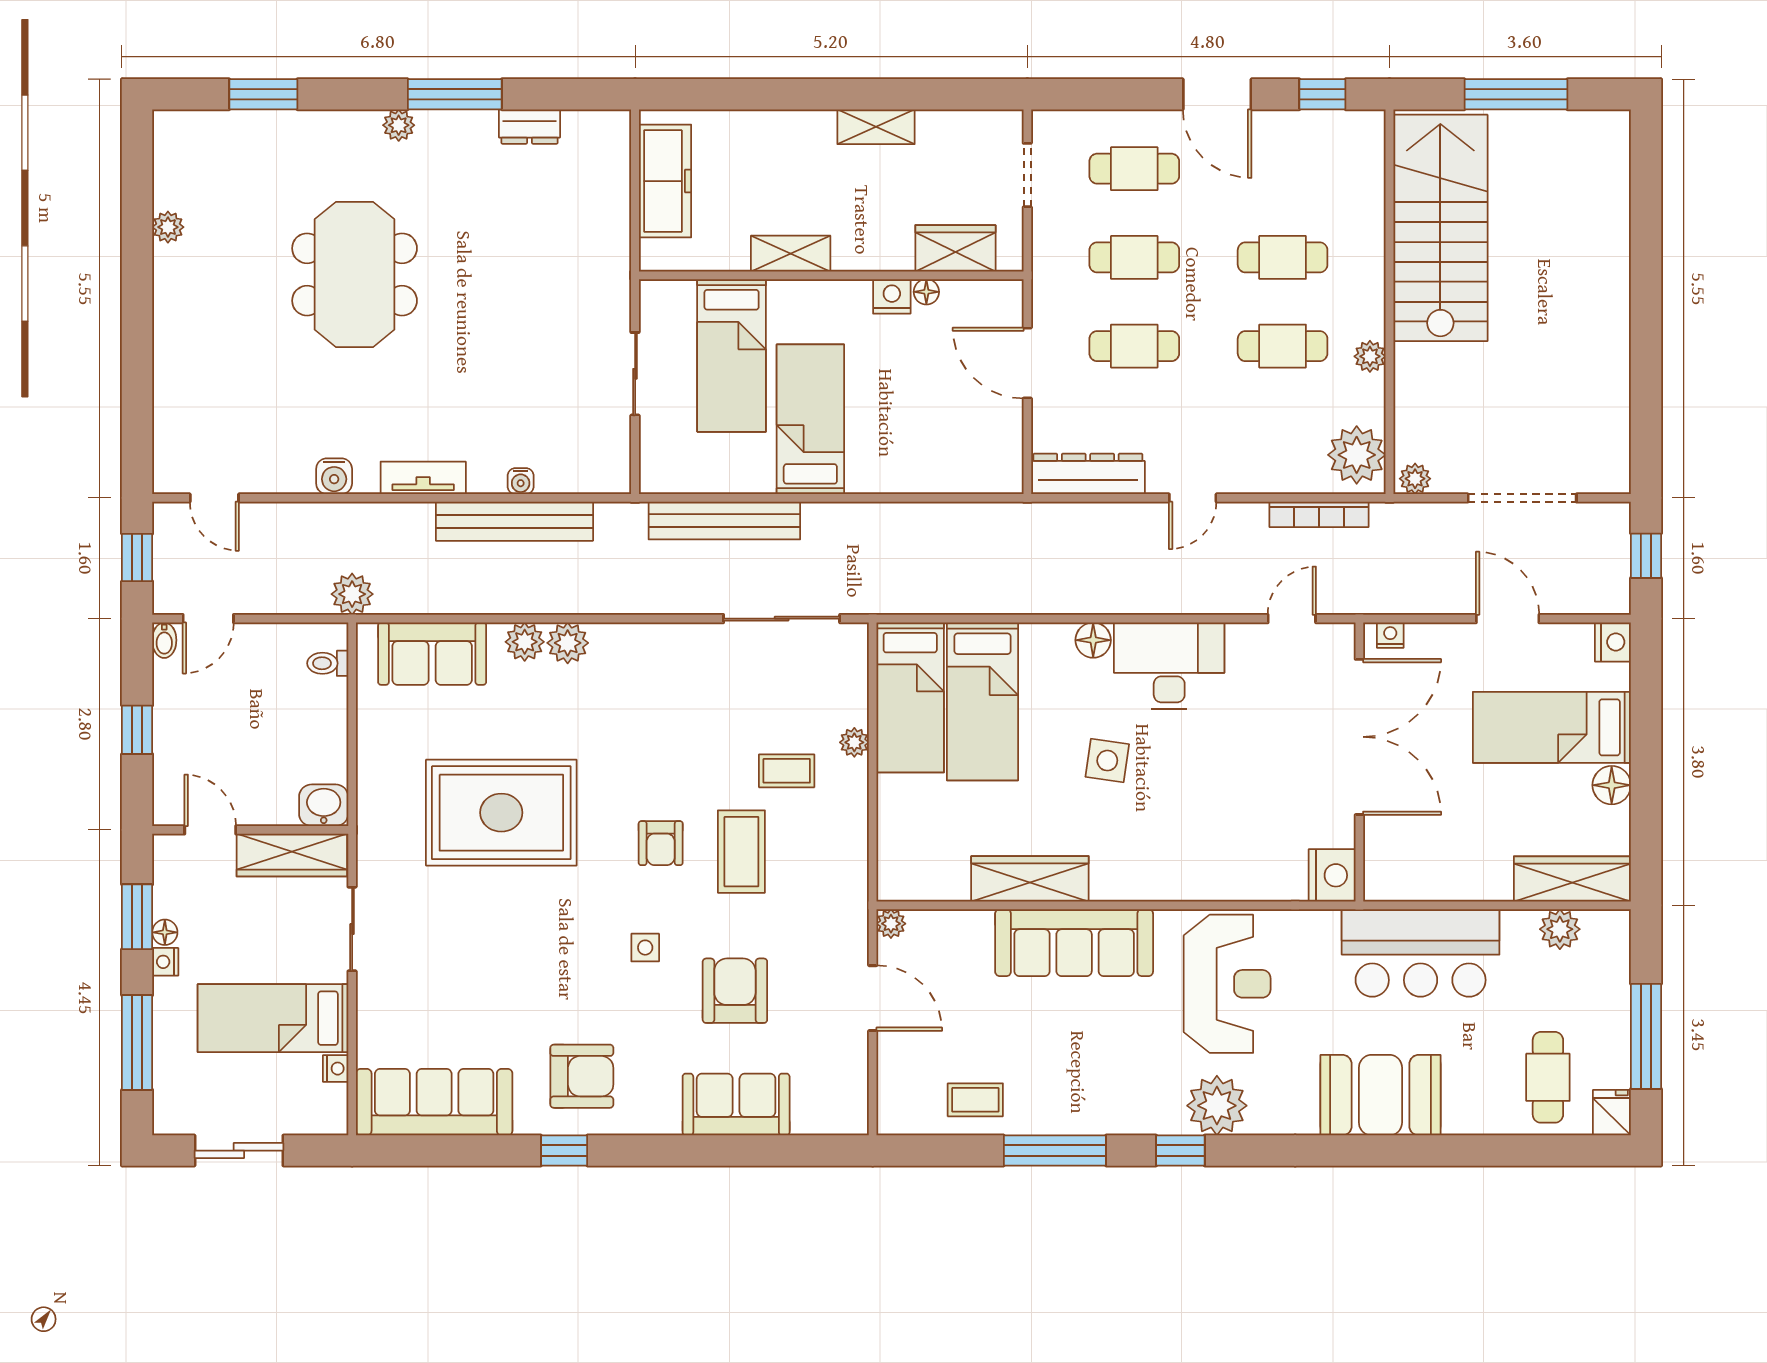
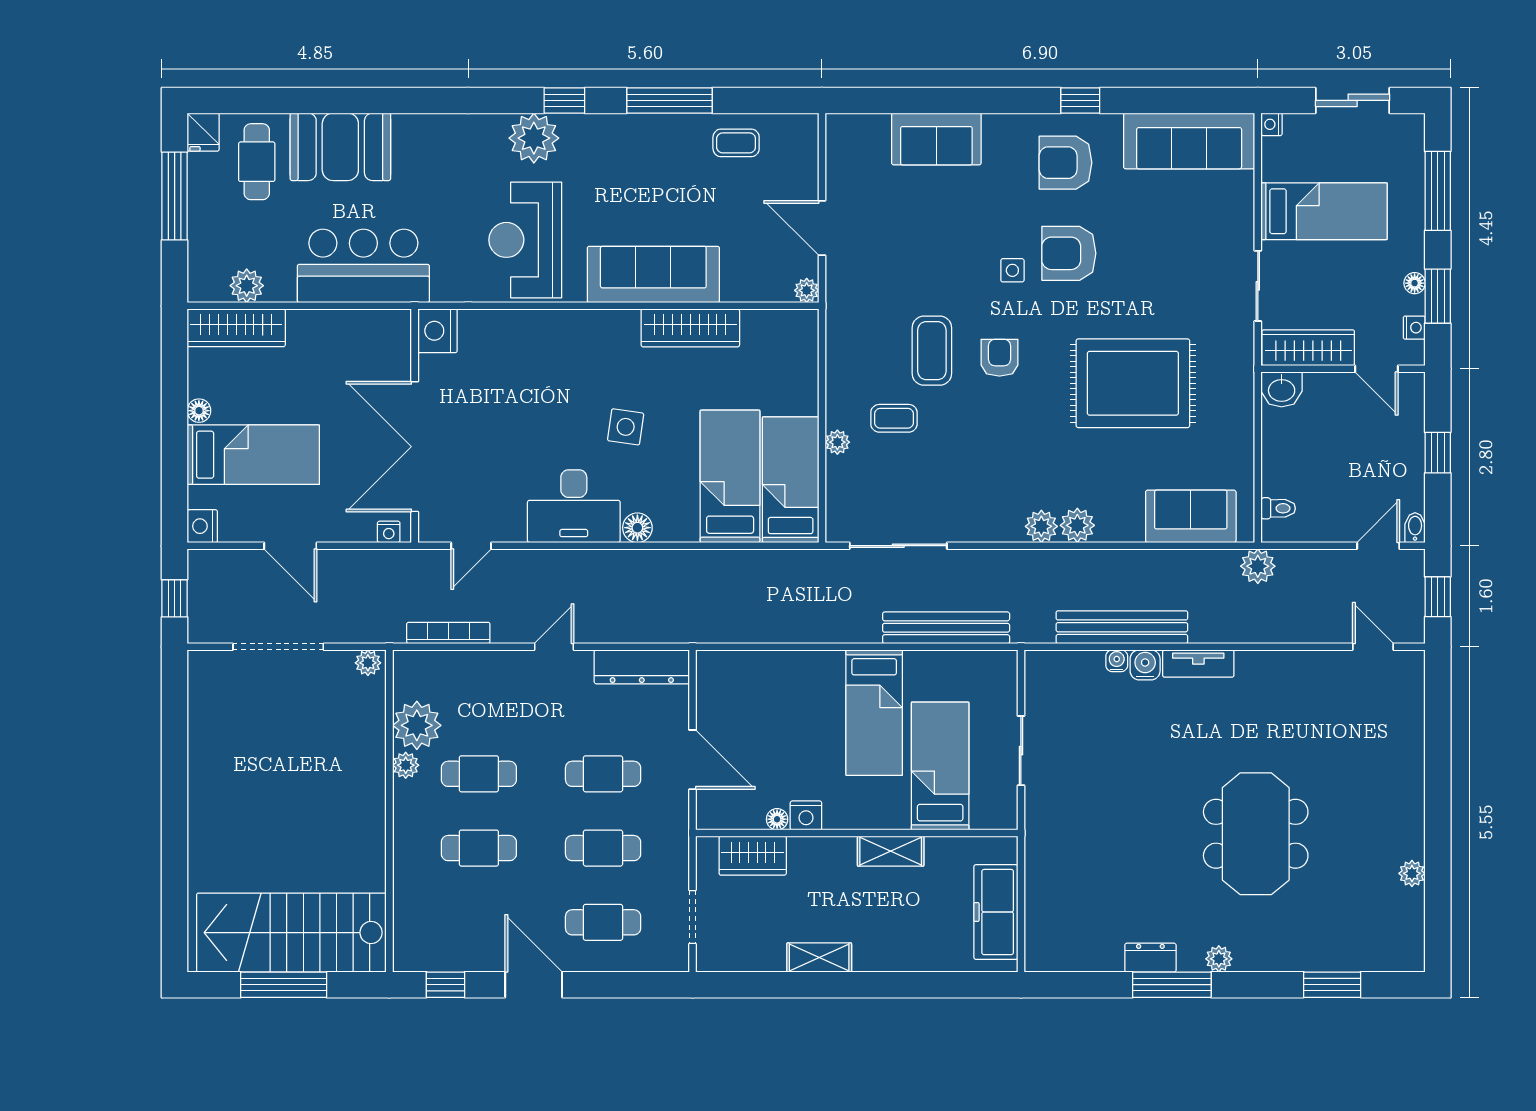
dresser: (530, 127) -> (1150, 958), moved
stairs: (1440, 228) -> (291, 933), moved, turned 90
plant: (1357, 455) -> (417, 725), moved
water cooler: (334, 476) -> (1145, 665), moved
plant: (525, 642) -> (1041, 526), moved
floor lamp: (1612, 785) -> (199, 411), width x0.73, depth x0.73
nightstand: (165, 962) -> (1414, 328), moved
armchair: (735, 991) -> (1069, 253), moved, turned 90
nightstand: (336, 1069) -> (1272, 124), moved
booth: (1380, 1095) -> (340, 147), moved

